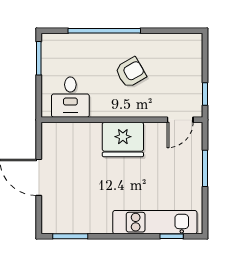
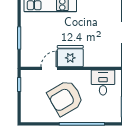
armchair: (131, 72) -> (65, 98), width x1.88, depth x1.88
door: (180, 120) -> (49, 68), moved

